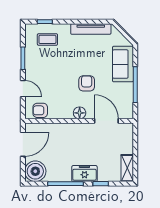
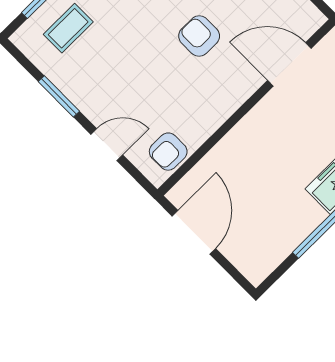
floor lamp: (80, 113) -> (234, 94), removed
boiler: (35, 171) -> (256, 256), removed

